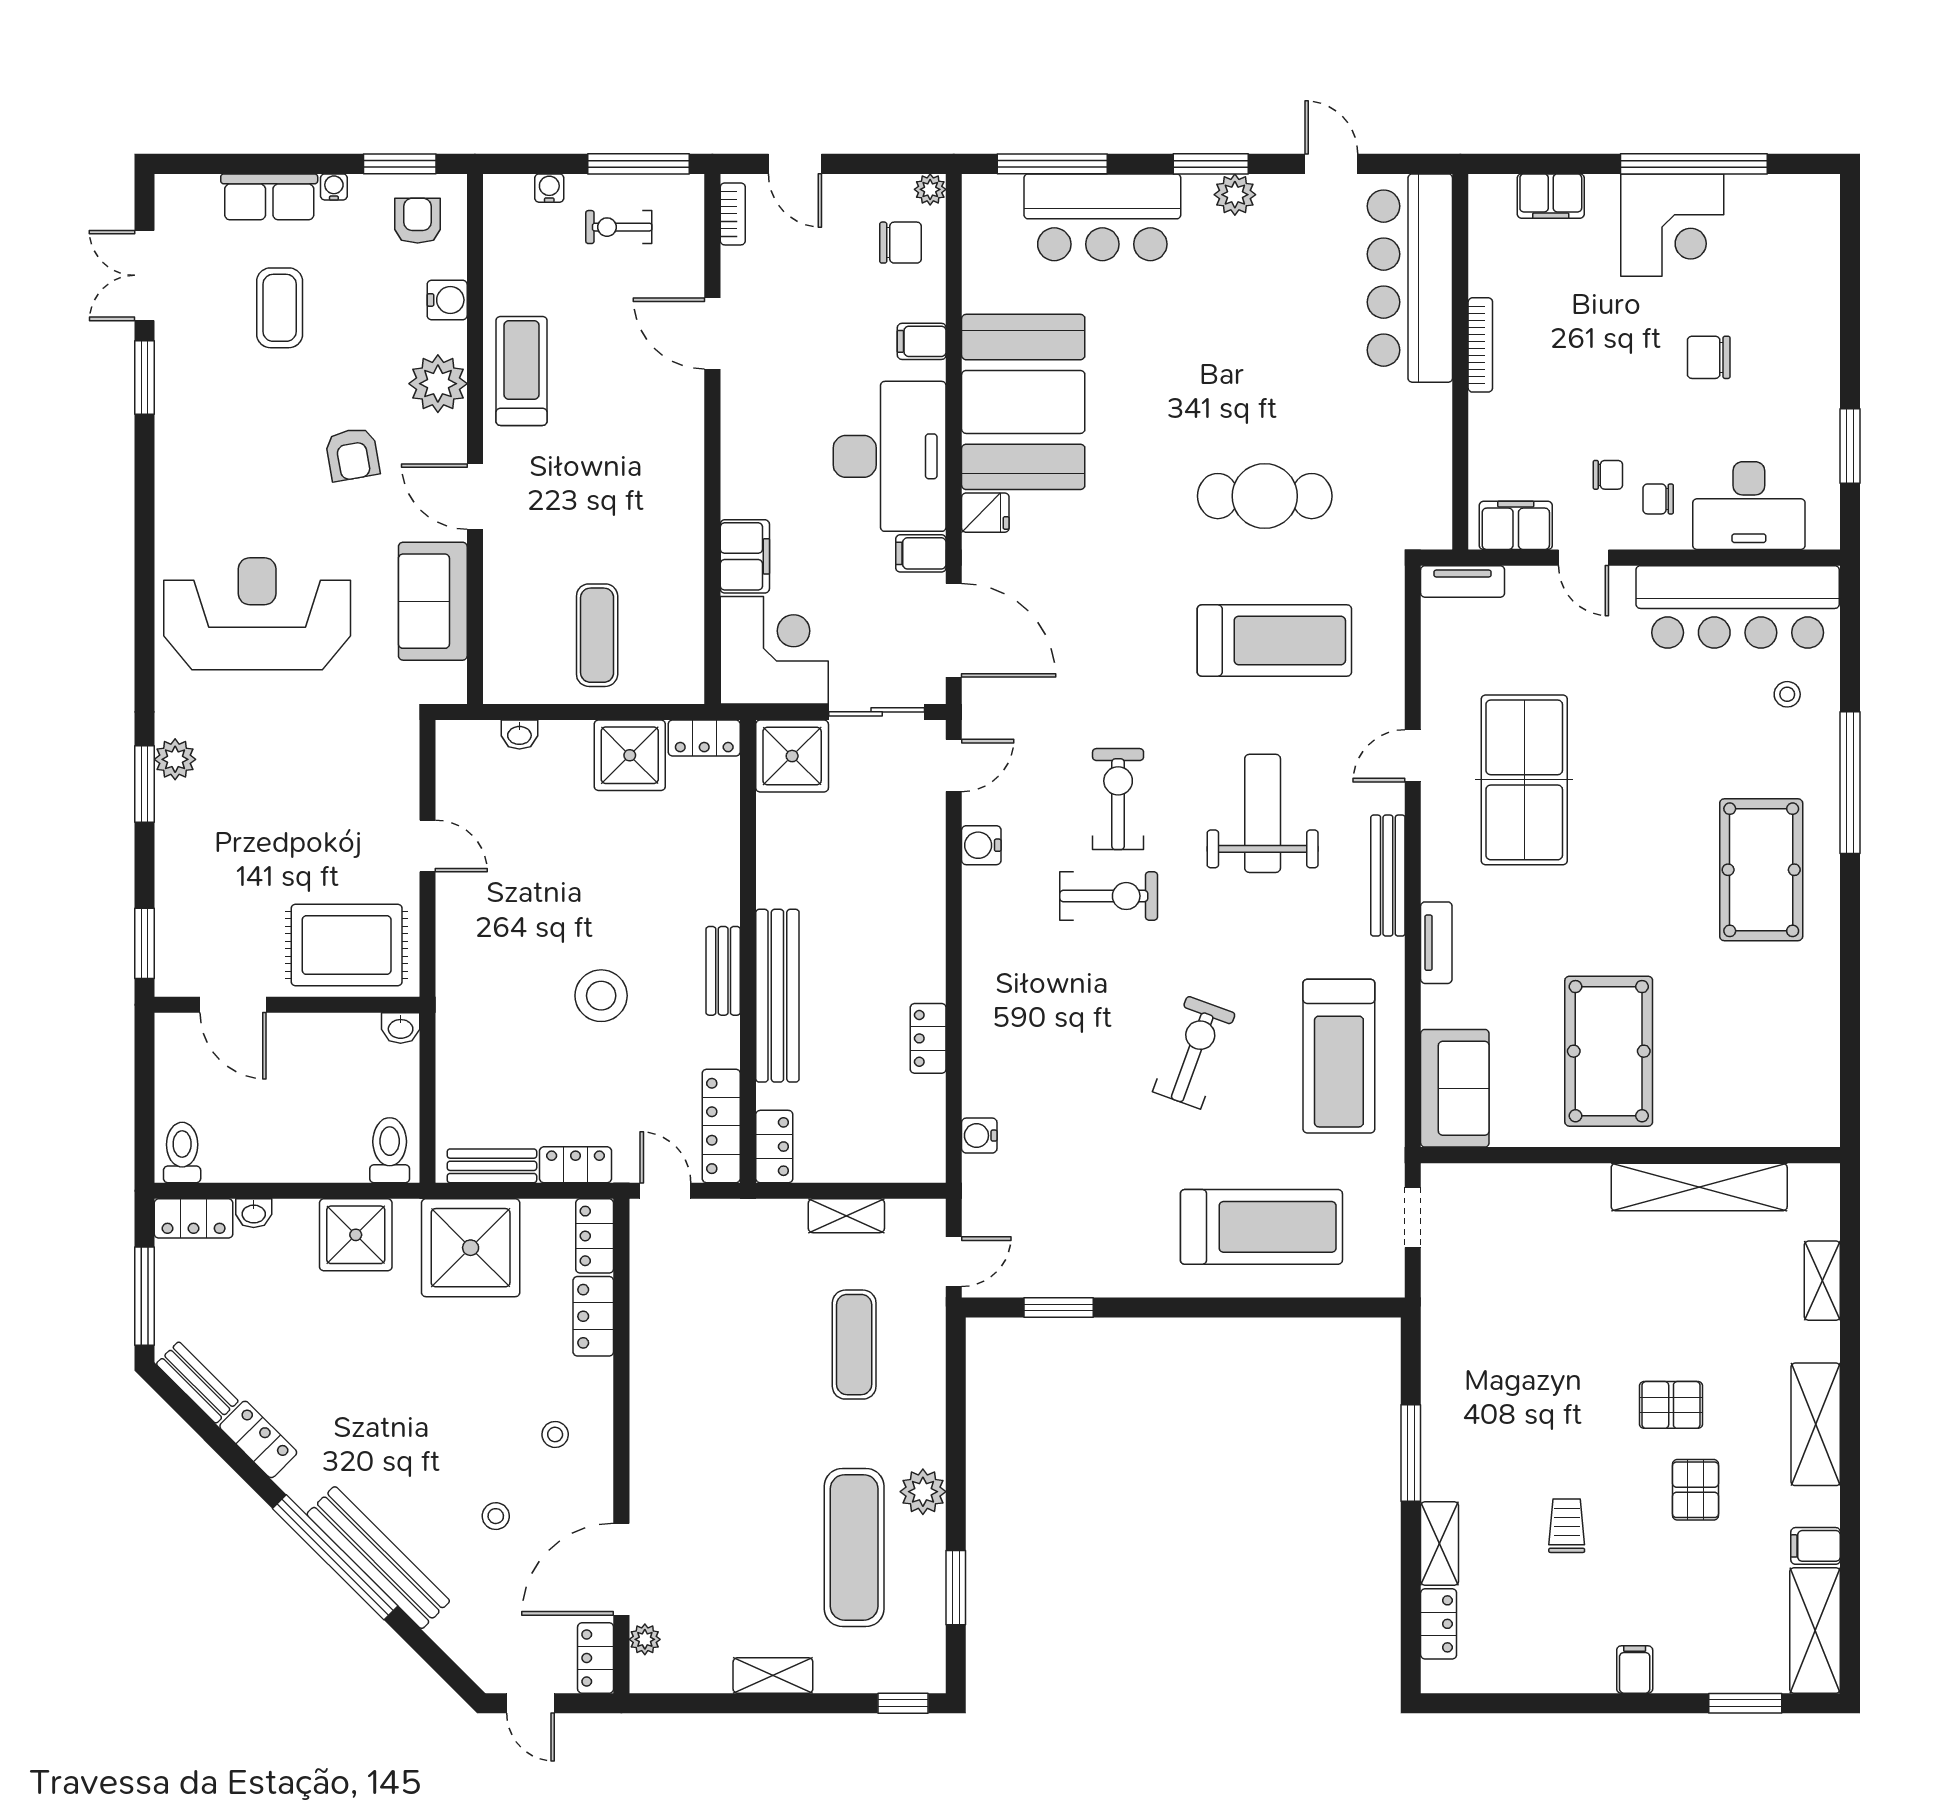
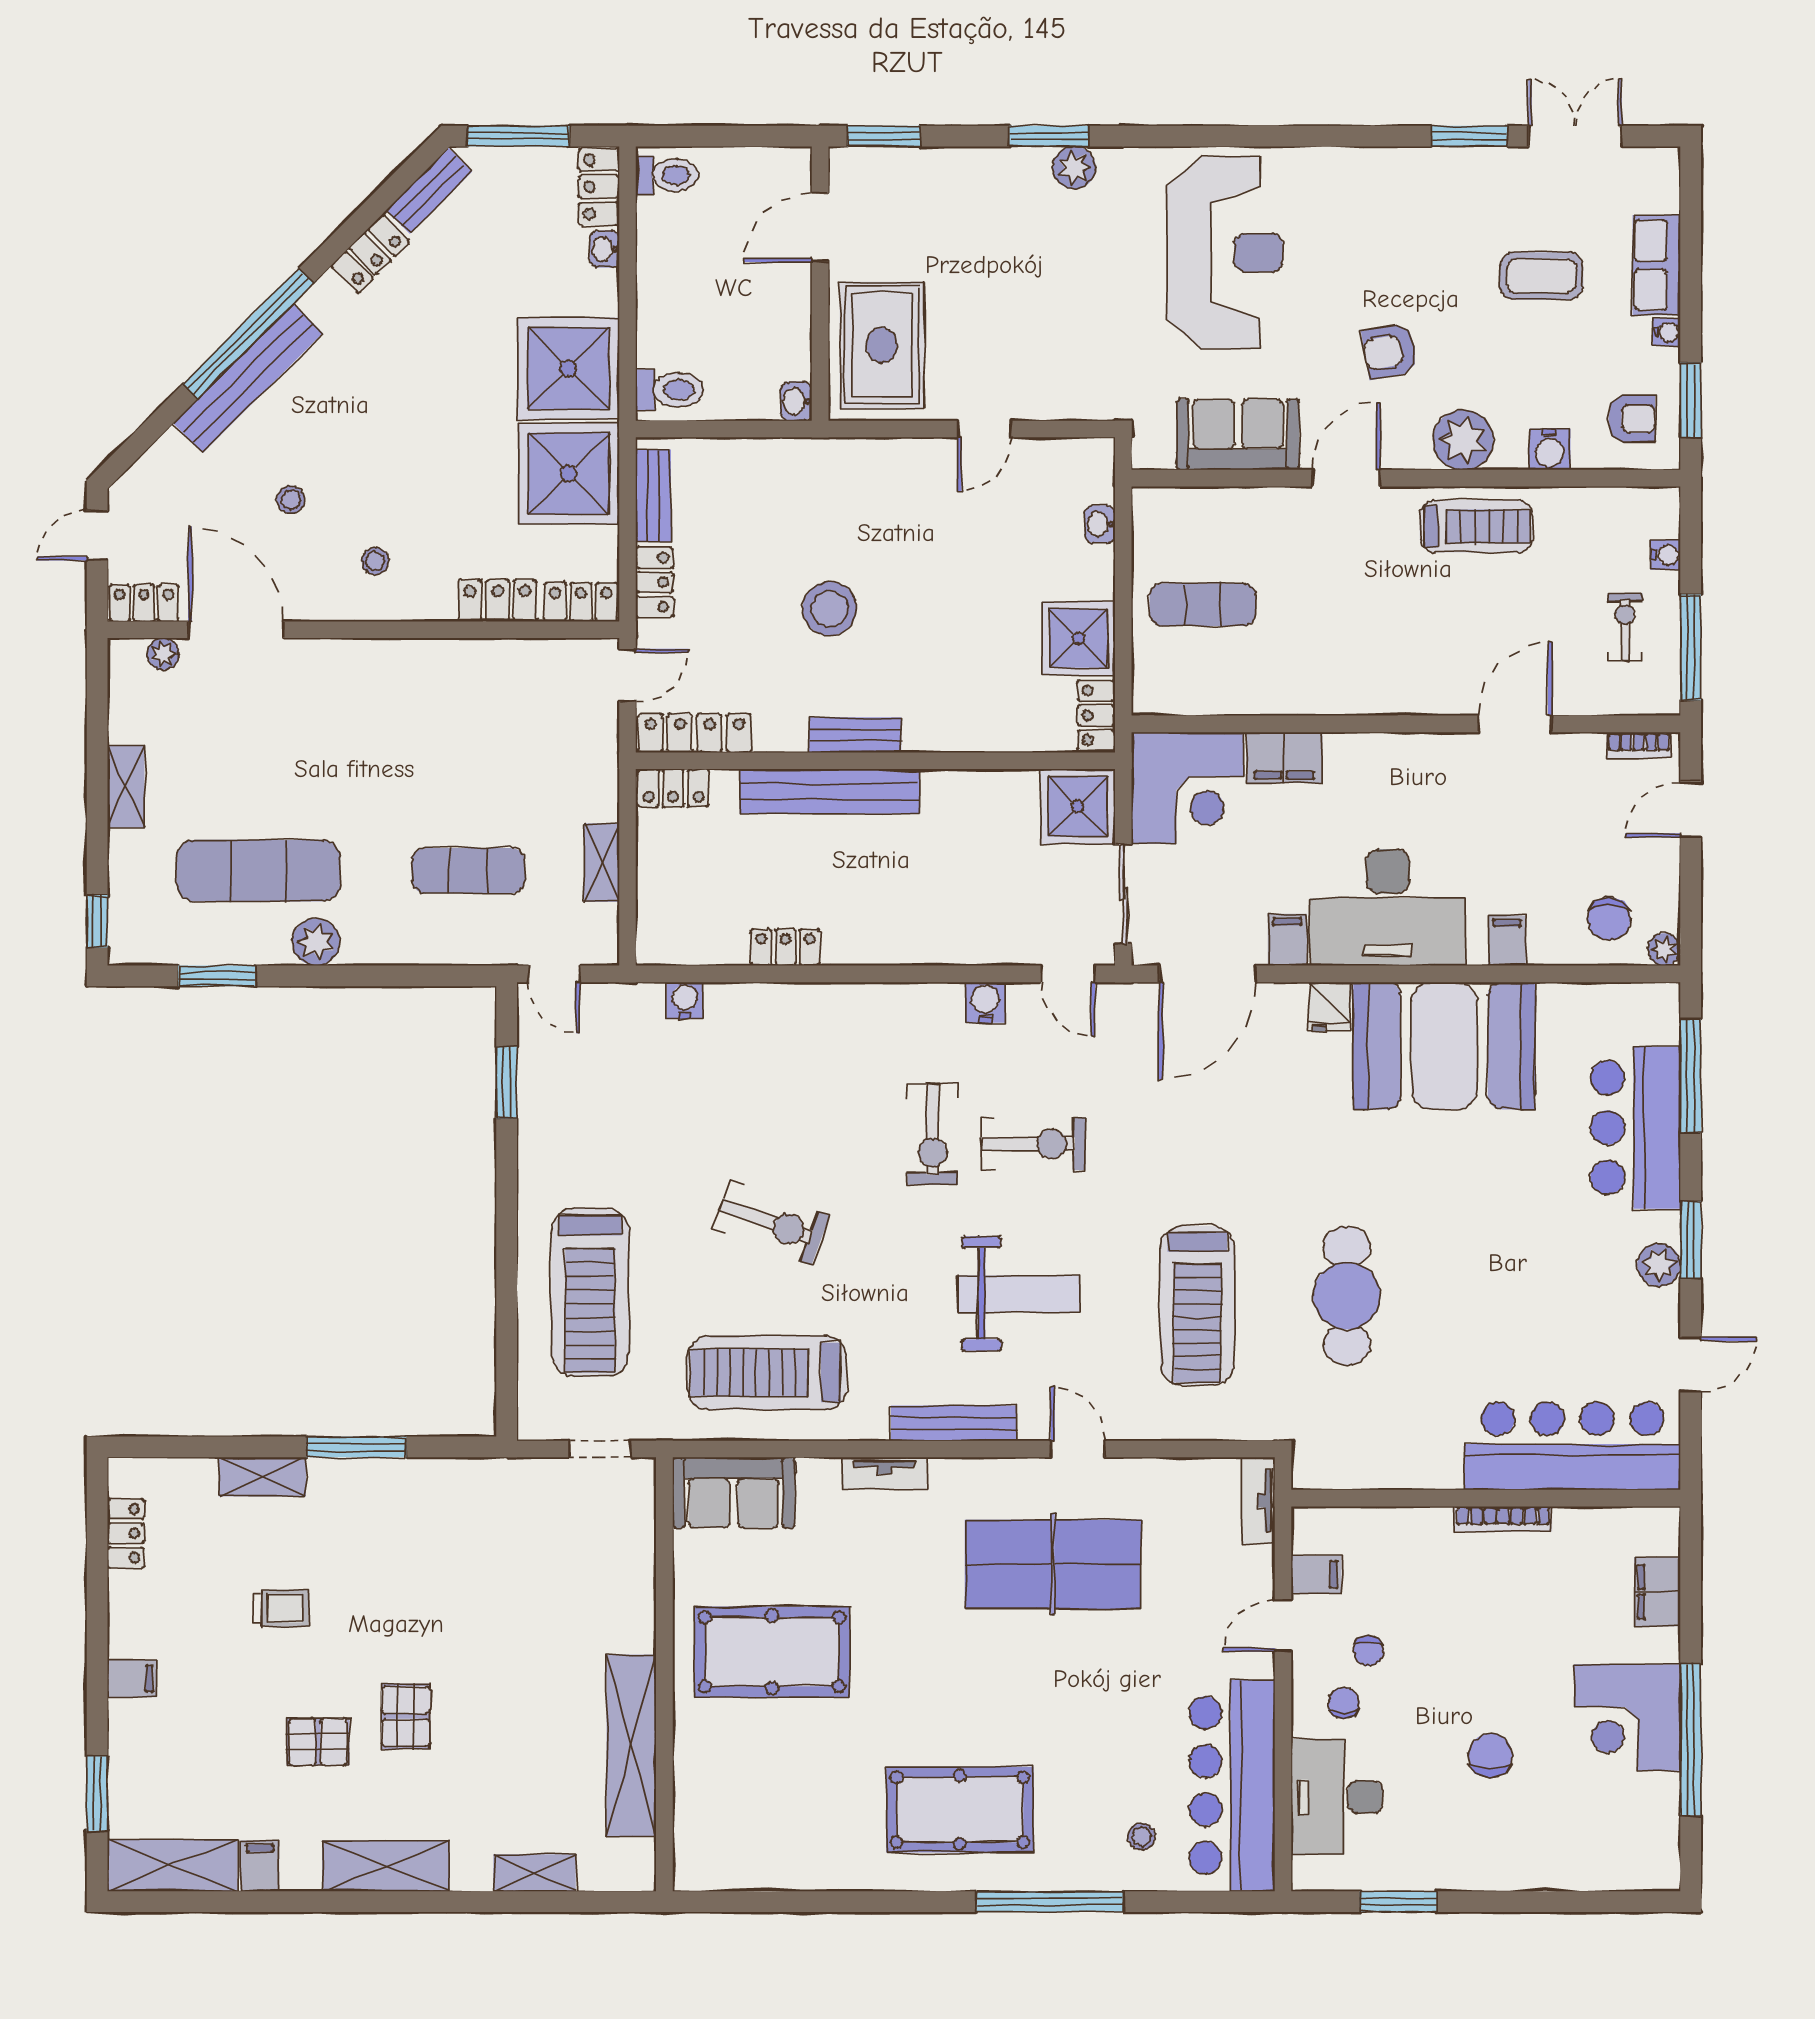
filing cabinet: (1516, 525) -> (1316, 1574), width x0.50
shower: (356, 1235) -> (568, 368), width x1.37, depth x1.37
locker: (1439, 1624) -> (126, 1533), moved, turned -90

